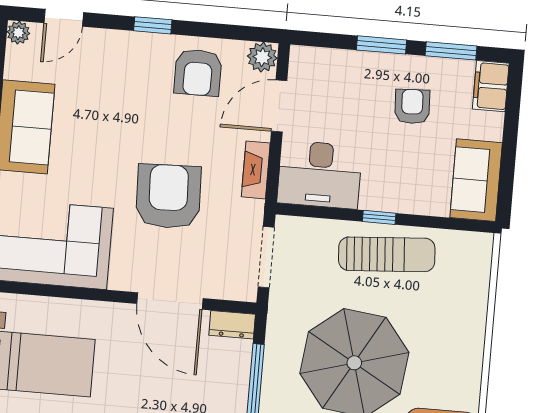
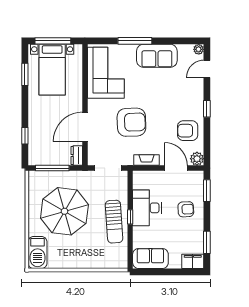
door: (64, 18) -> (207, 69), hinge flipped
window: (381, 45) -> (207, 191), moved
armchair: (412, 107) -> (186, 209), moved
desk: (320, 175) -> (147, 208), moved

